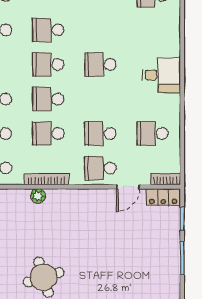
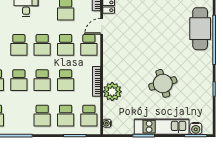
school desk: (100, 99) -> (42, 45), added
door: (128, 187) -> (102, 26), swing flipped
plant: (38, 196) -> (112, 92), width x1.88, depth x1.88

